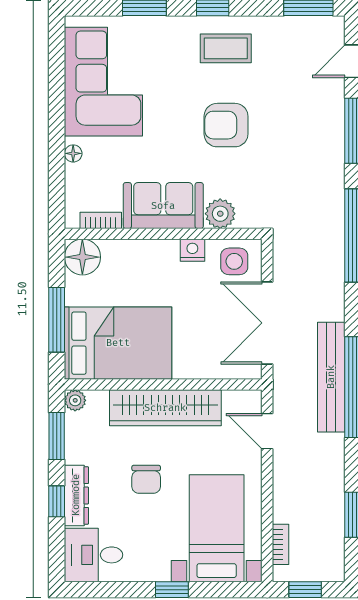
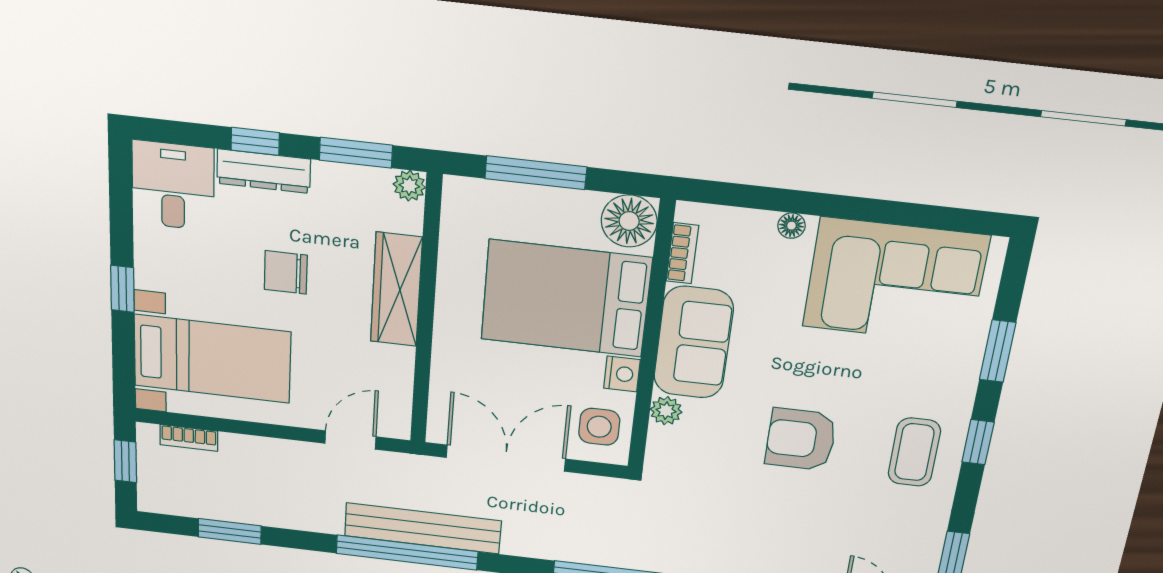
armchair: (226, 125) -> (801, 439), turned -90
plant: (220, 214) -> (666, 411), width x0.73, depth x0.73
bed: (118, 343) -> (566, 299), moved, turned 90
wardrobe: (165, 408) -> (396, 290), width x0.71, depth x0.85

